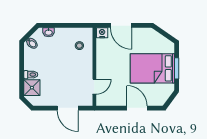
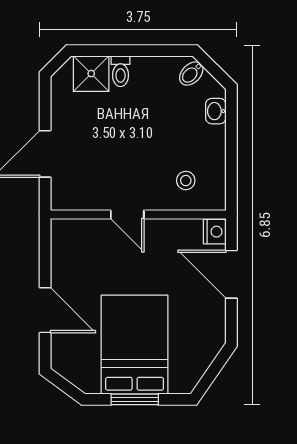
door: (121, 25) -> (231, 274), hinge flipped
door: (94, 87) -> (127, 214), moved
door: (137, 108) -> (45, 310), hinge flipped

